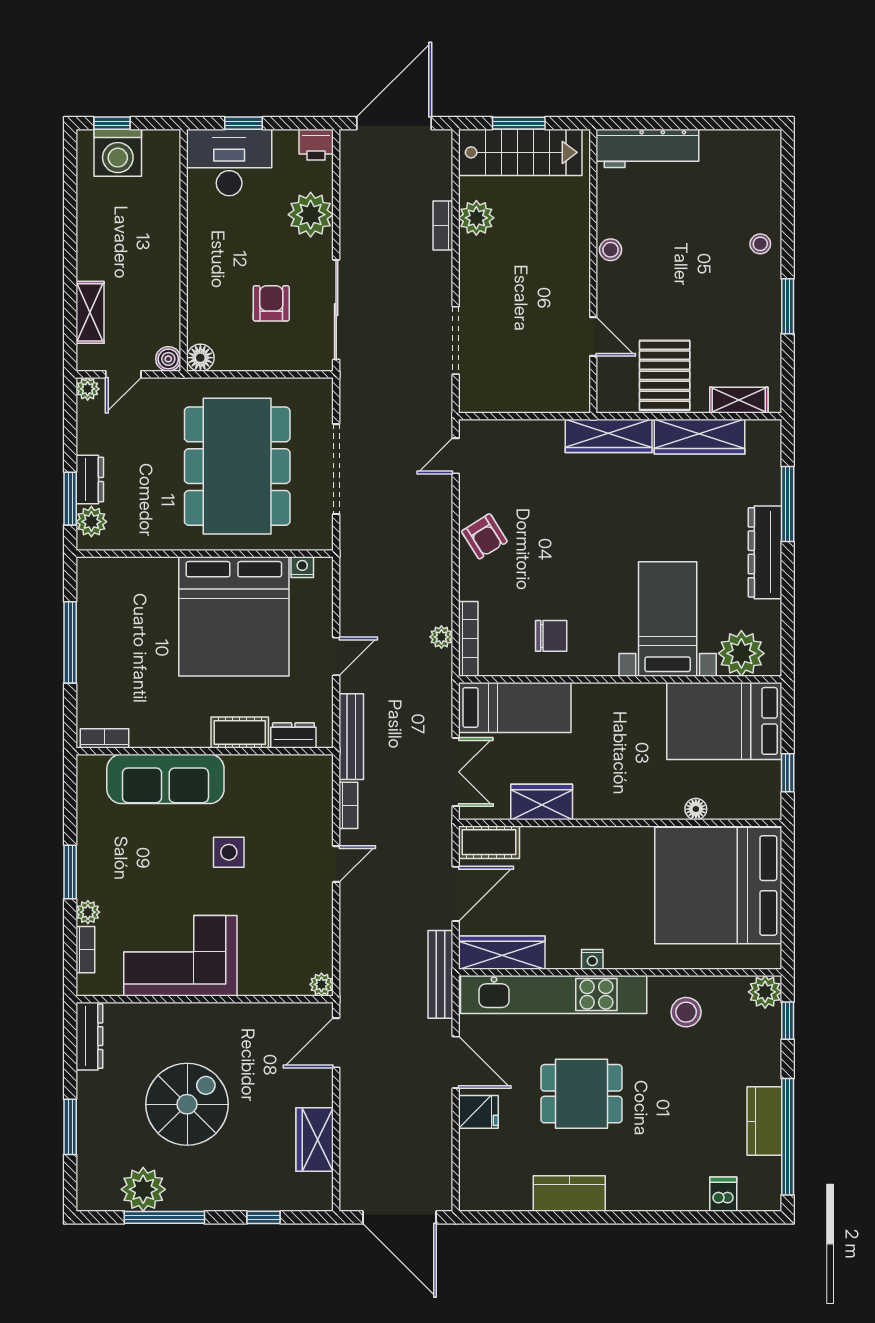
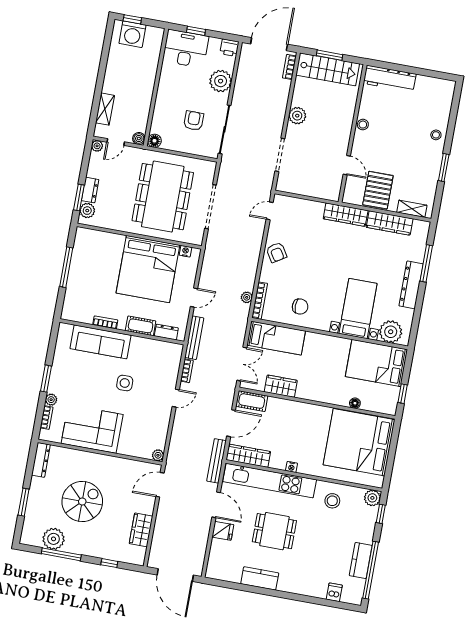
plant: (476, 218) -> (297, 116), moved
bookcase: (443, 226) -> (289, 67), moved
bookcase: (104, 738) -> (105, 322), moved

